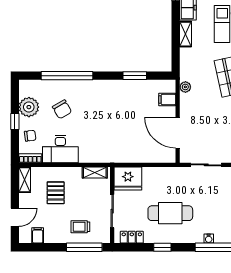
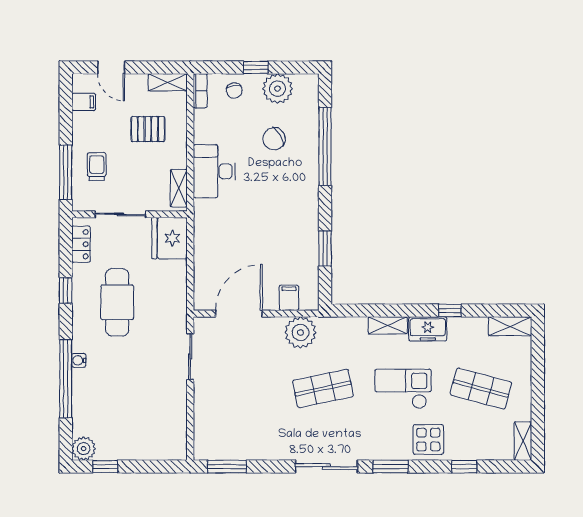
plant: (185, 87) -> (301, 332), width x1.87, depth x1.87
desk: (60, 149) -> (214, 171), moved

